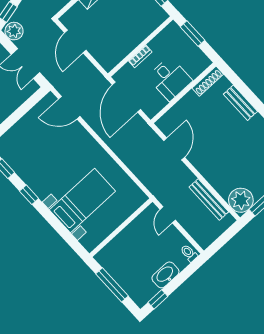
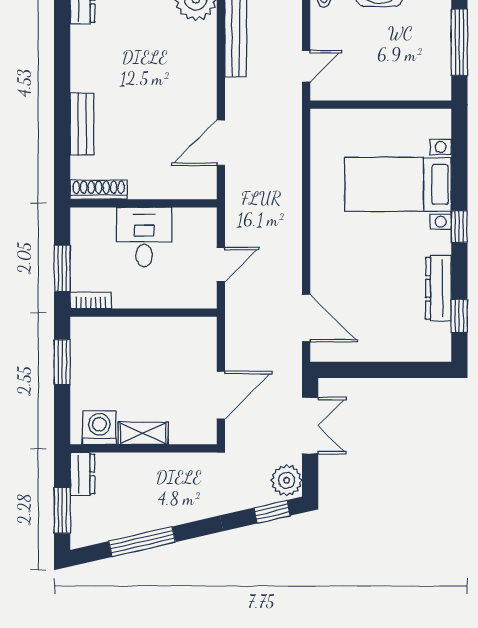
bookcase: (140, 56) -> (91, 300), moved
door: (126, 97) -> (221, 265), width x0.53
dresser: (25, 172) -> (438, 288), added
window: (29, 195) -> (459, 227), moved

